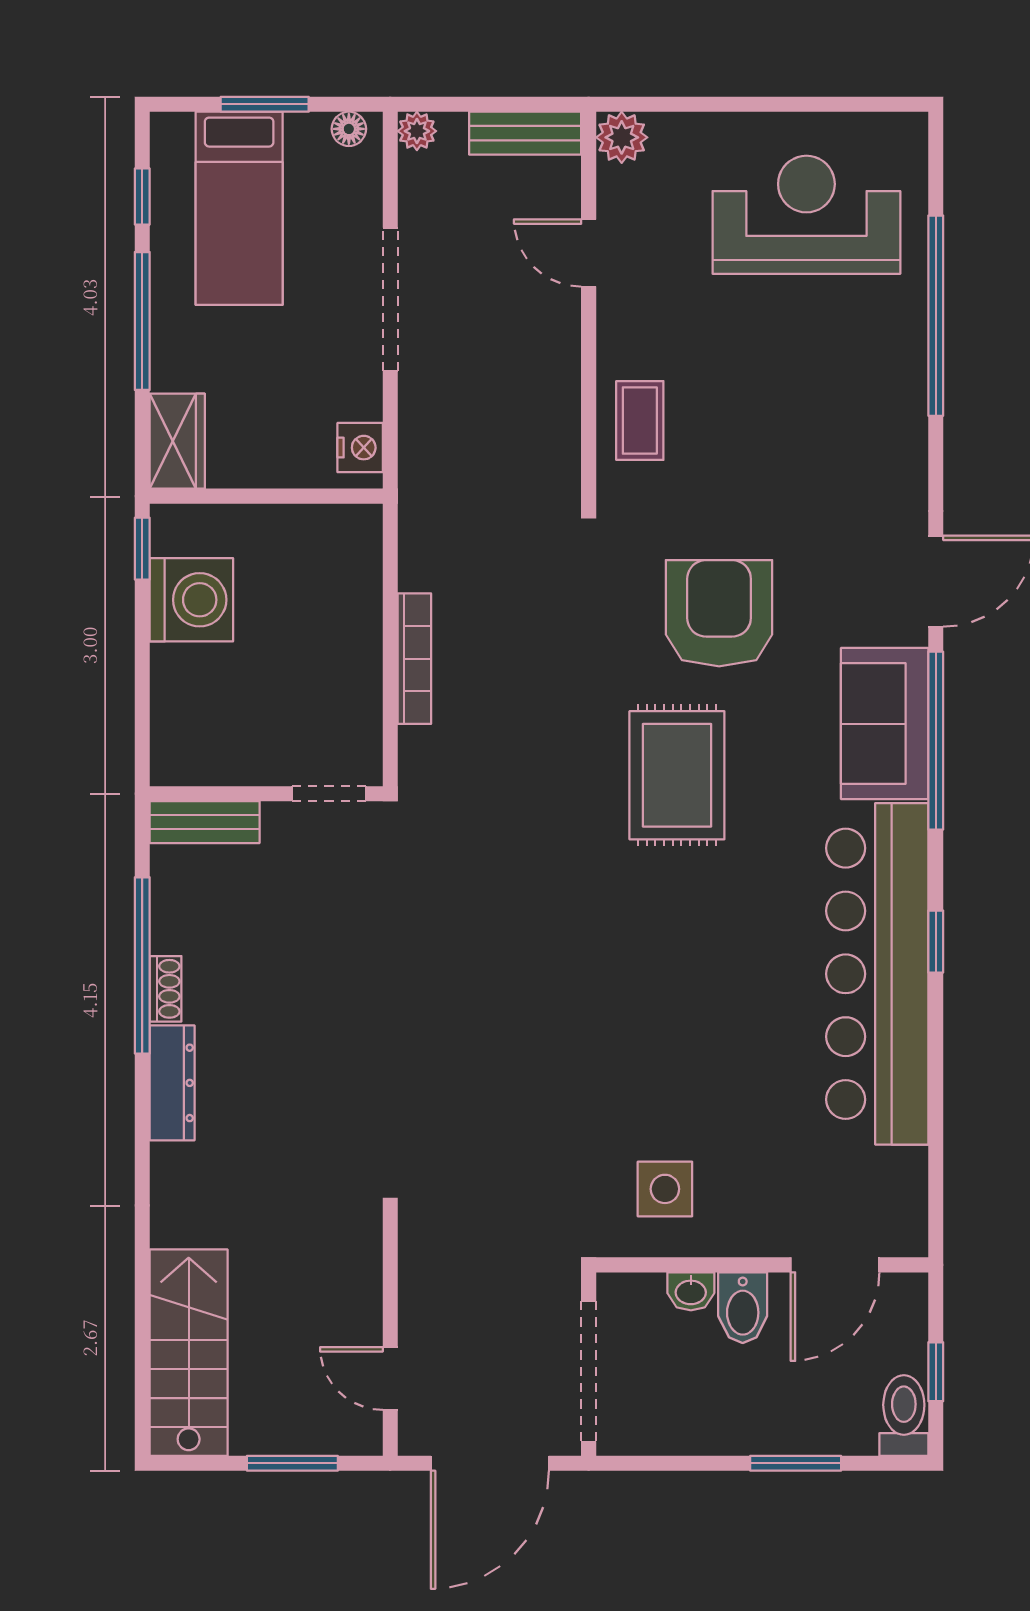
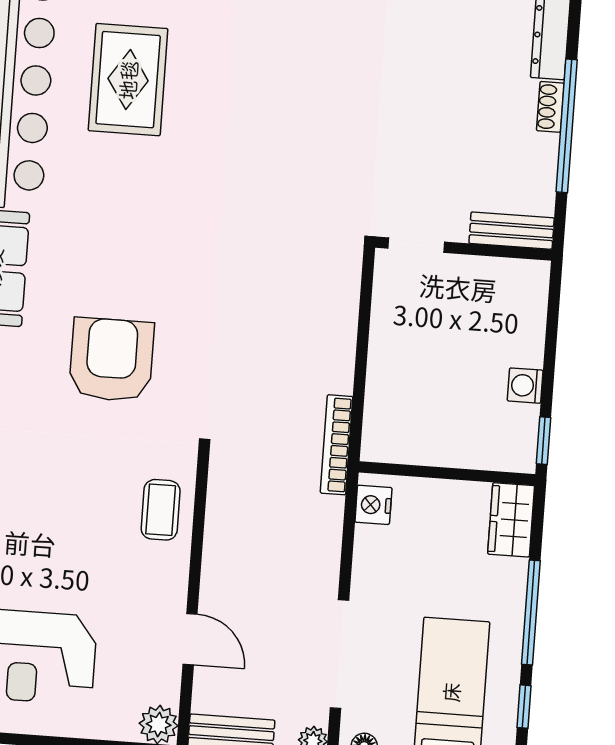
doorway: (390, 299) -> (340, 654), moved
washing machine: (191, 600) -> (525, 386), width x0.53, depth x0.53
armchair: (719, 613) -> (111, 360), turned 180
bookcase: (414, 659) -> (337, 445), moved
rug: (677, 775) -> (128, 80), moved

